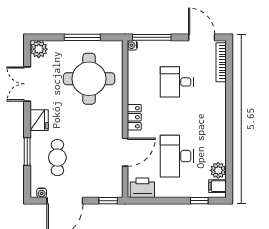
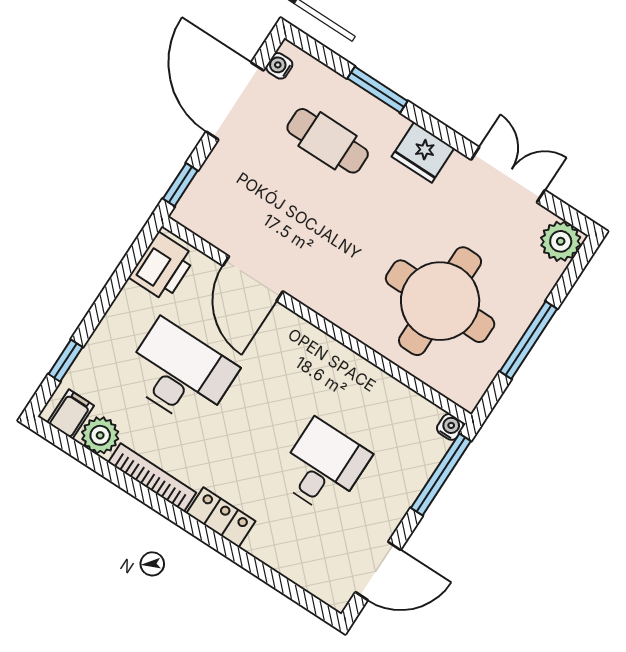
bookcase: (221, 62) -> (152, 478), moved
locker: (134, 117) -> (221, 517), moved, turned 180

